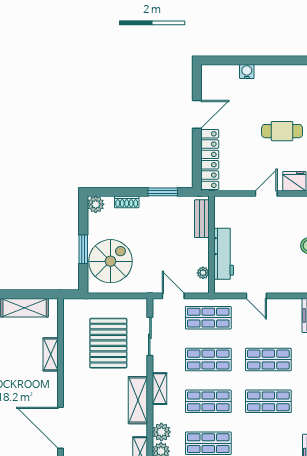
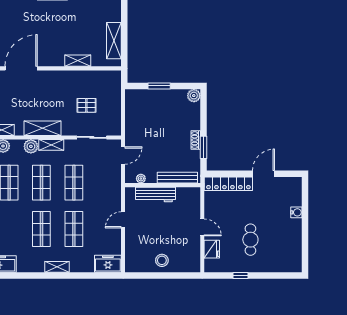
door: (197, 114) -> (263, 174), swing flipped
shoe rack: (127, 202) -> (196, 140), moved
bench: (202, 219) -> (177, 178), width x1.36
spiral stairs: (110, 261) -> (150, 107), removed
shop shelf: (208, 318) -> (106, 183), removed
pallet: (108, 343) -> (86, 105), width x0.49, depth x0.50
plant: (161, 432) -> (31, 146), moved

